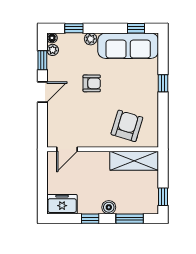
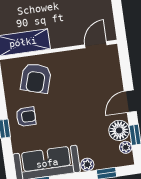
floor lamp: (52, 38) -> (119, 130), moved, width x1.89, depth x1.89
armchair: (92, 83) -> (26, 117), moved, turned 180

